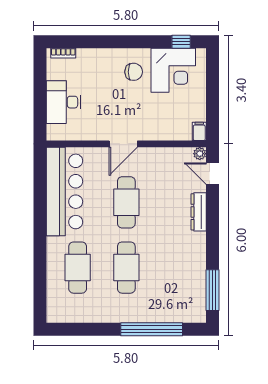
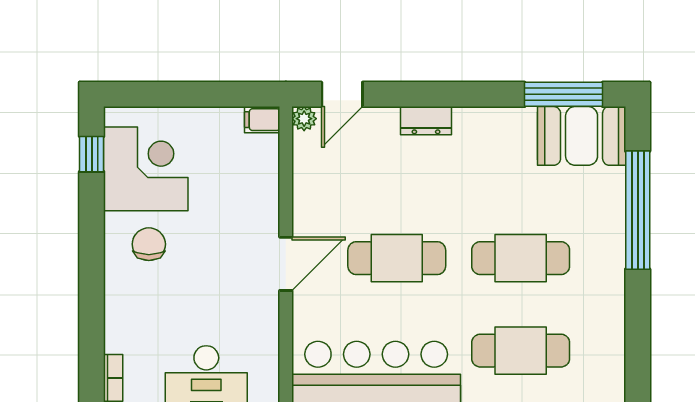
door: (123, 144) -> (286, 264), hinge flipped
dresser: (199, 212) -> (426, 121), width x0.70
booth: (191, 300) -> (582, 136), added

